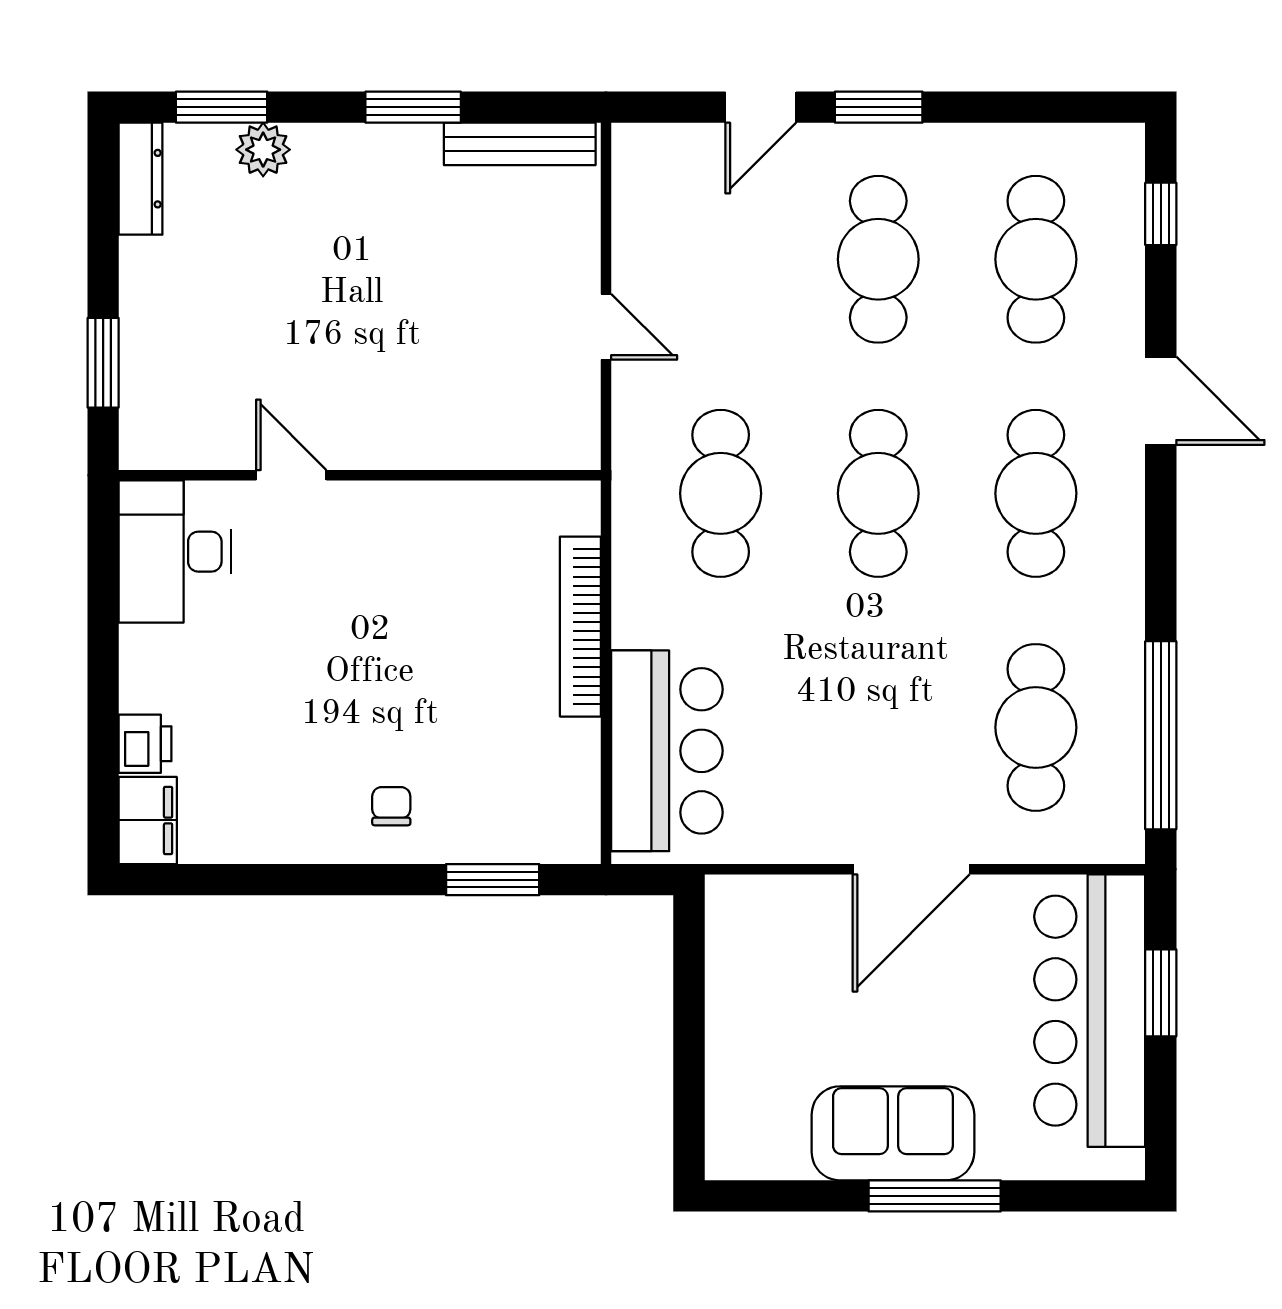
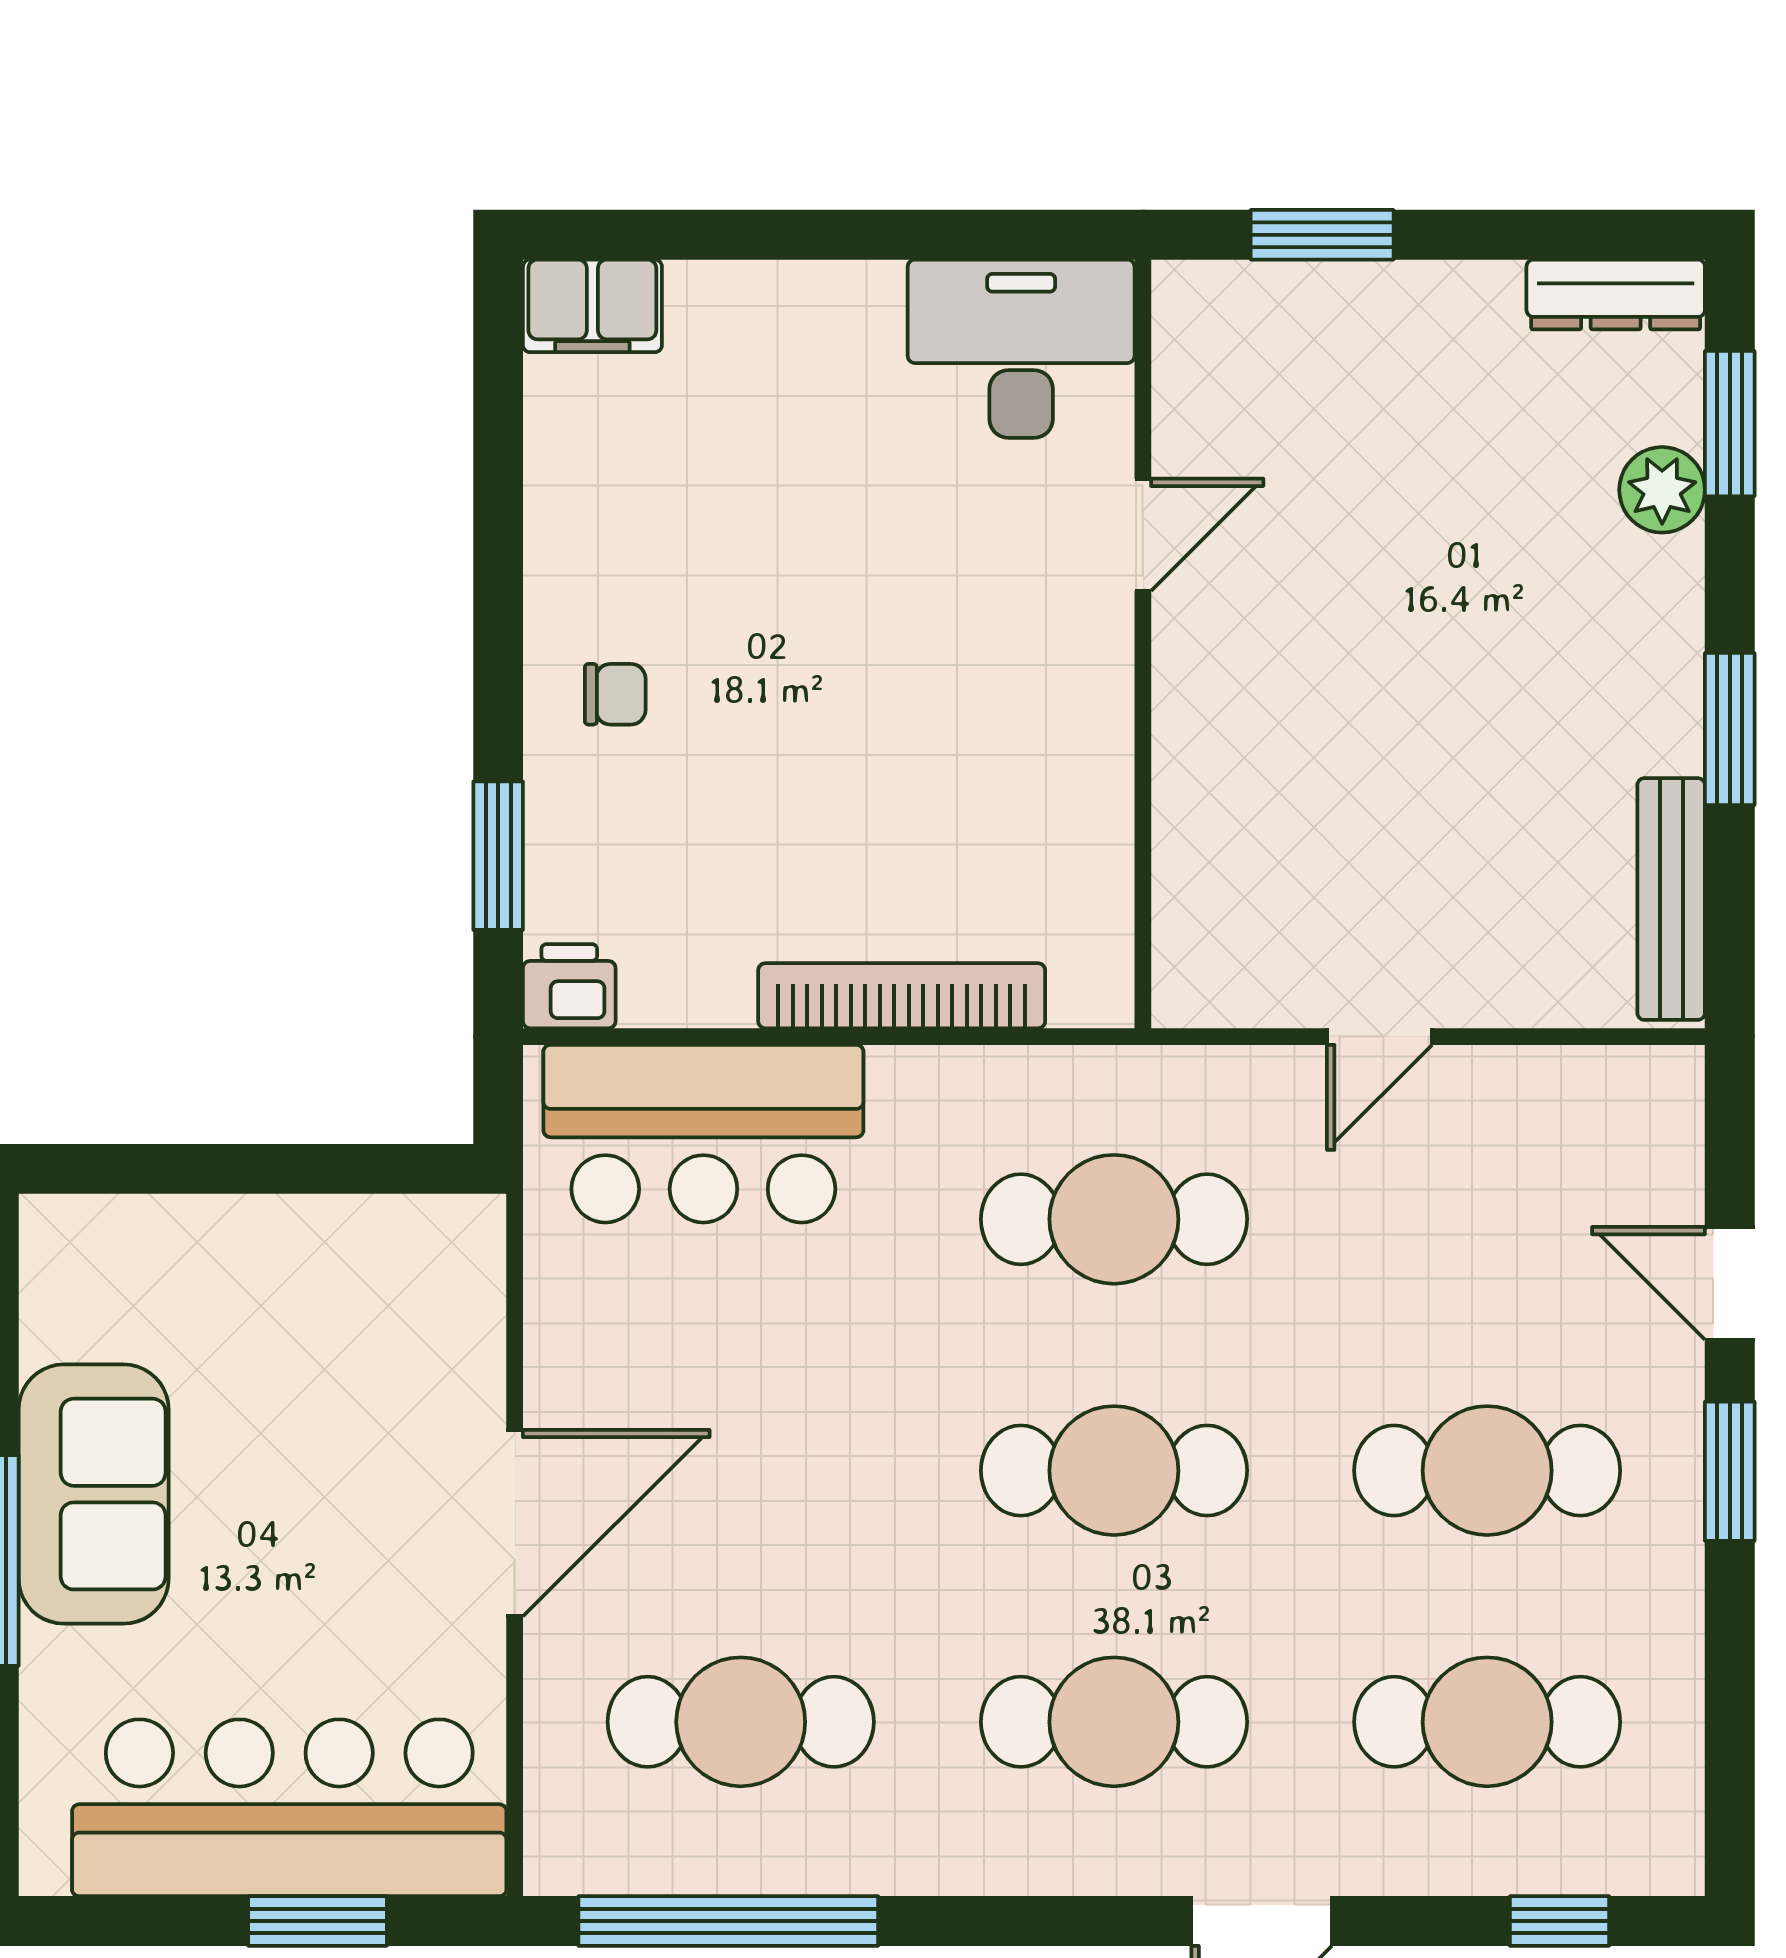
printer: (145, 744) -> (569, 986), moved, turned 180
door: (911, 869) -> (515, 1523), swing flipped

